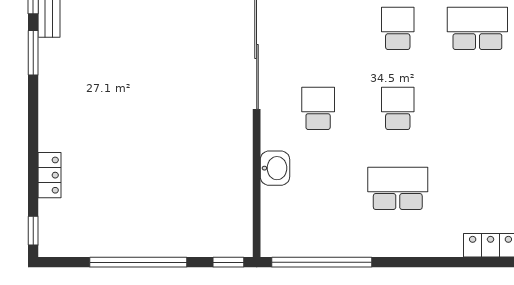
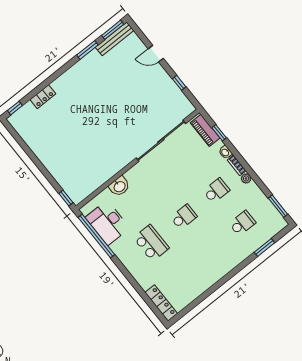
school desk: (477, 28) -> (242, 223), width x0.54
school desk: (318, 108) -> (158, 184), removed
desk: (315, 229) -> (108, 223), added
window: (138, 262) -> (36, 161), removed

